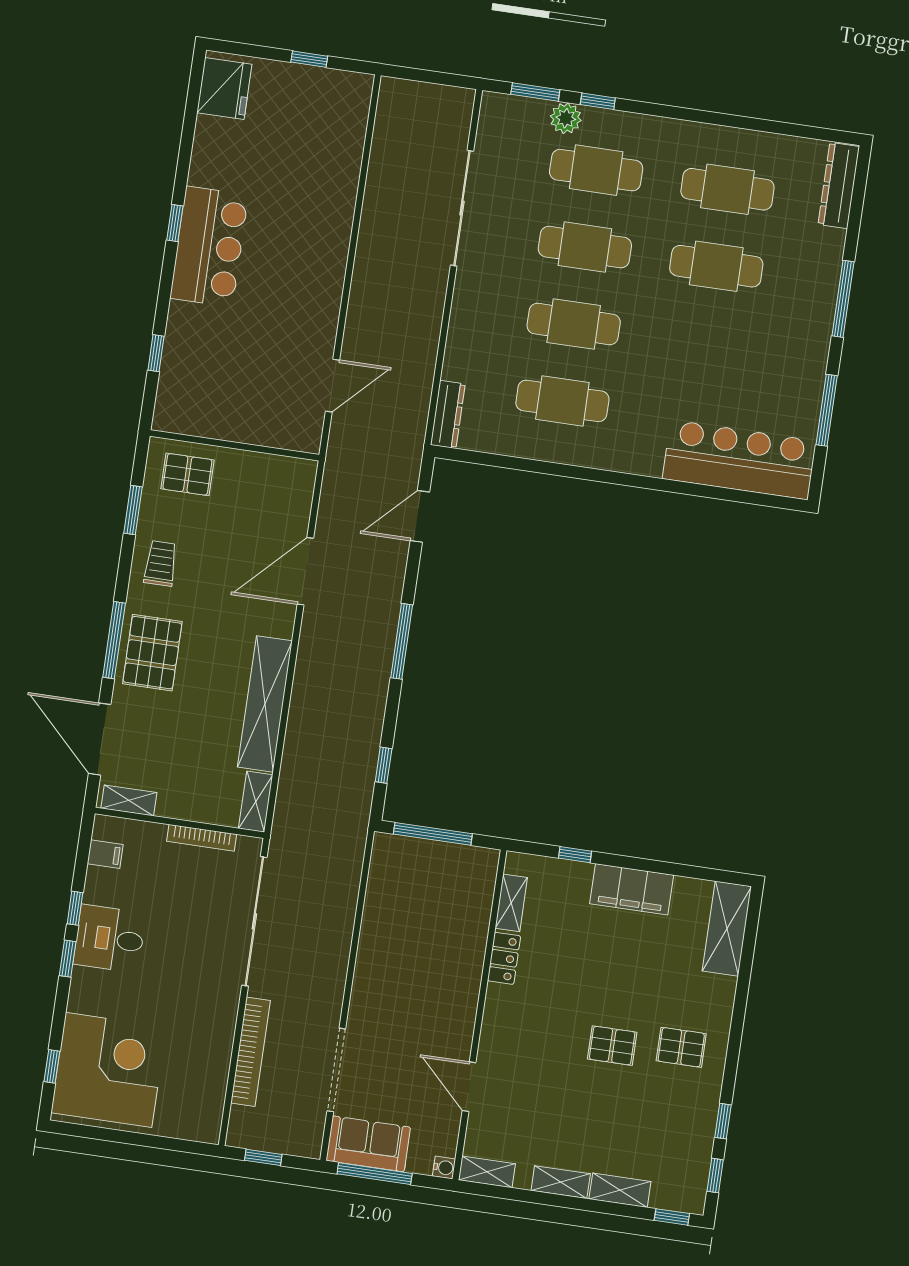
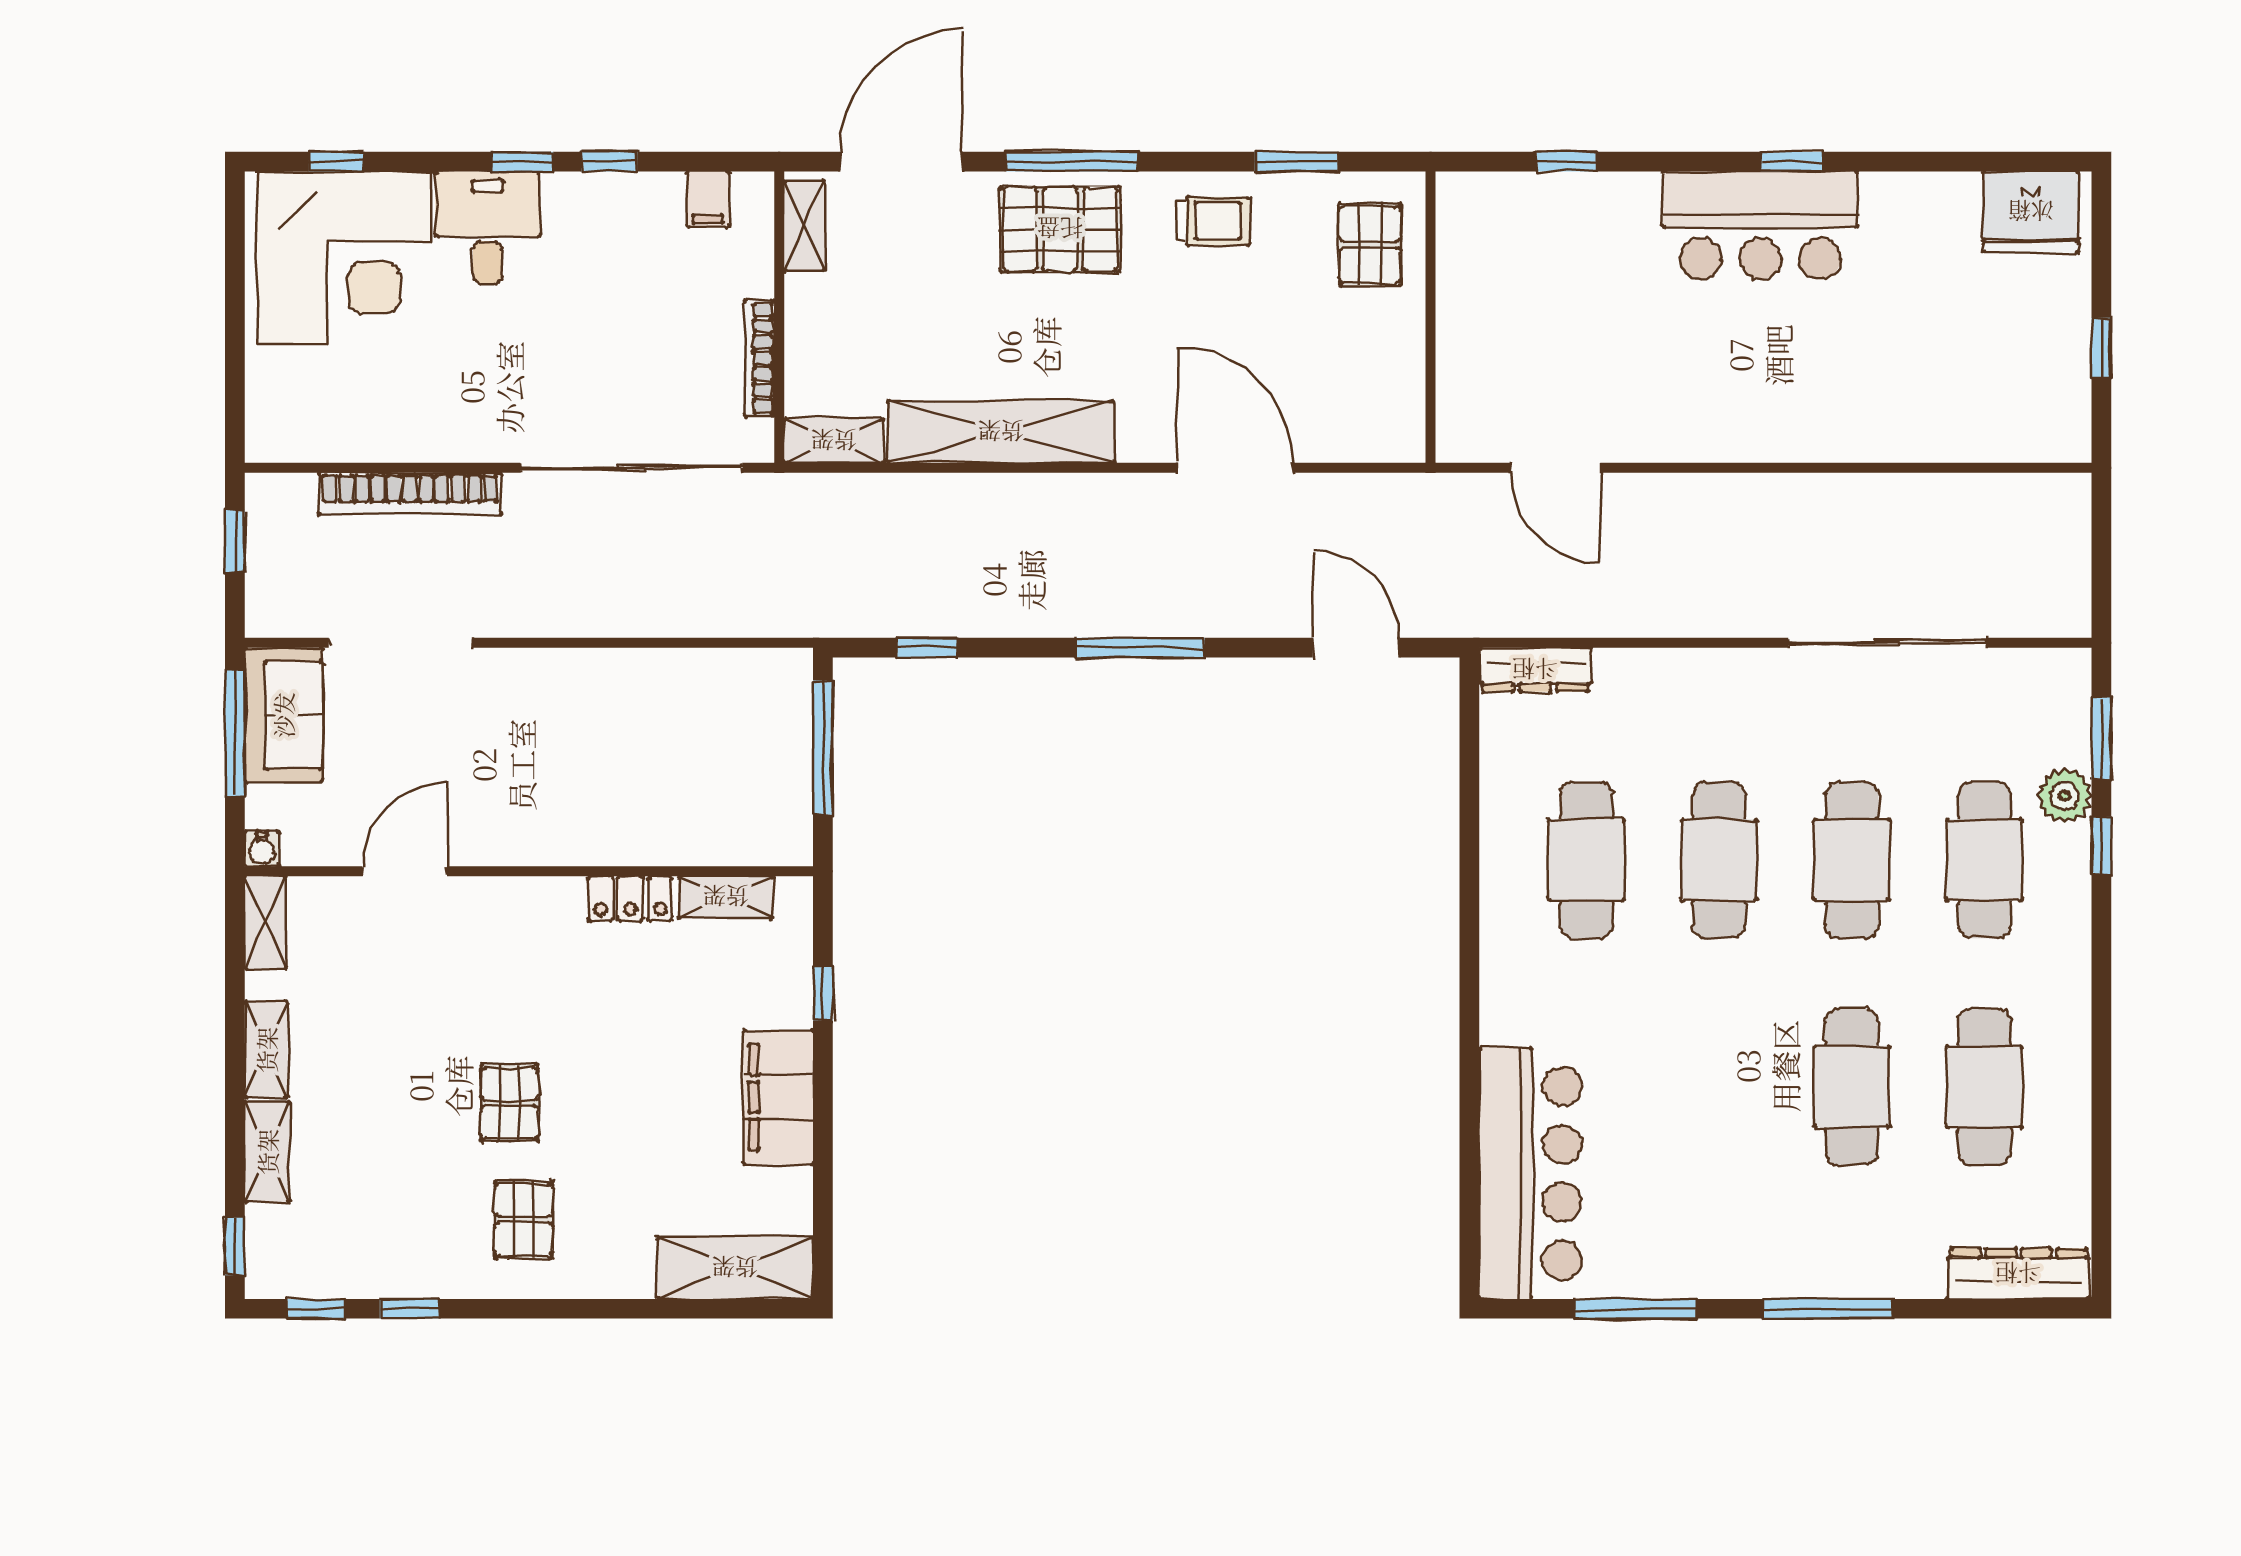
desk: (110, 939) -> (487, 228), moved

